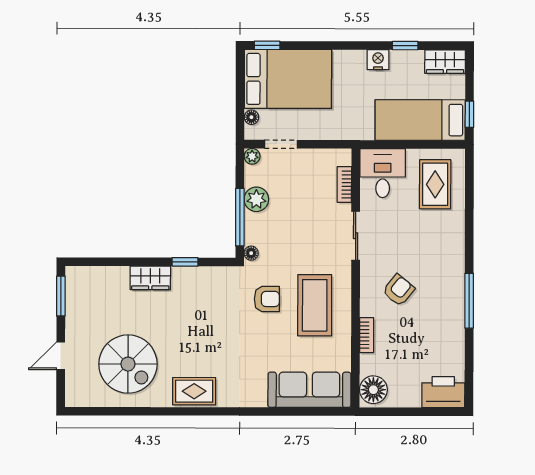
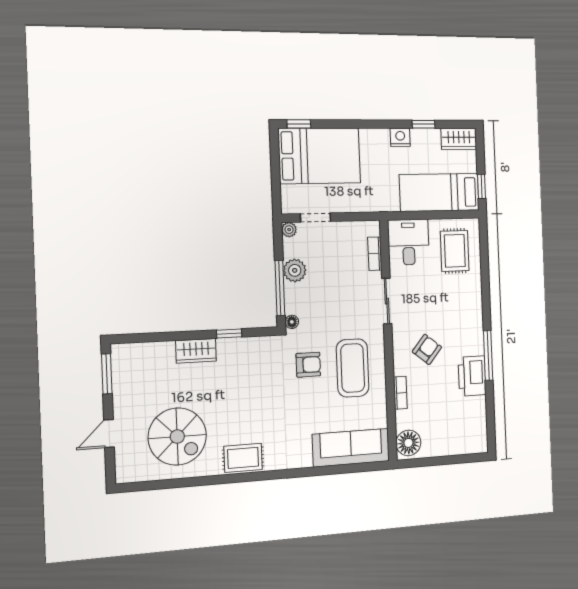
floor lamp: (251, 117) -> (287, 192), removed
printer: (443, 392) -> (472, 376), moved, turned -90

